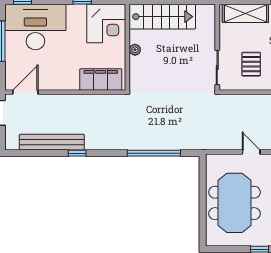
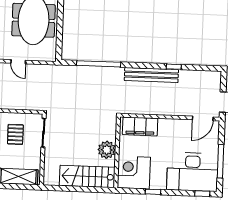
plant: (135, 50) -> (107, 150), width x1.88, depth x1.88
bench: (52, 142) -> (151, 75), moved
window: (77, 153) -> (174, 67), moved

